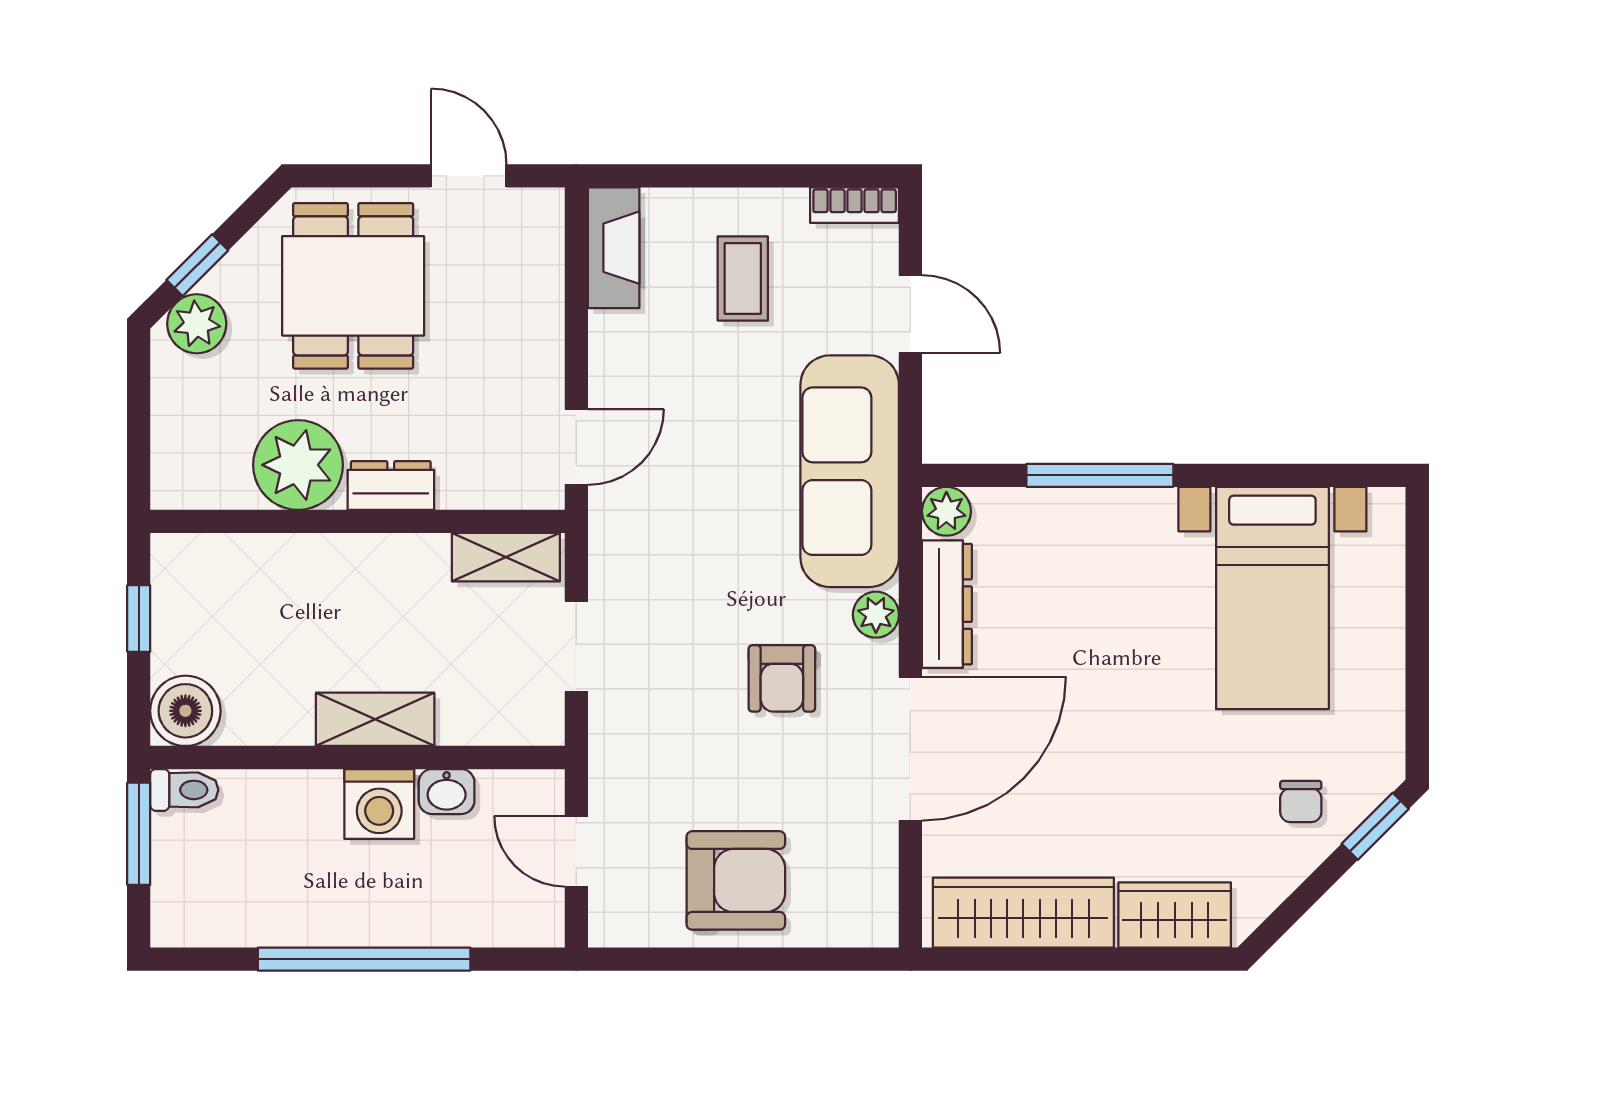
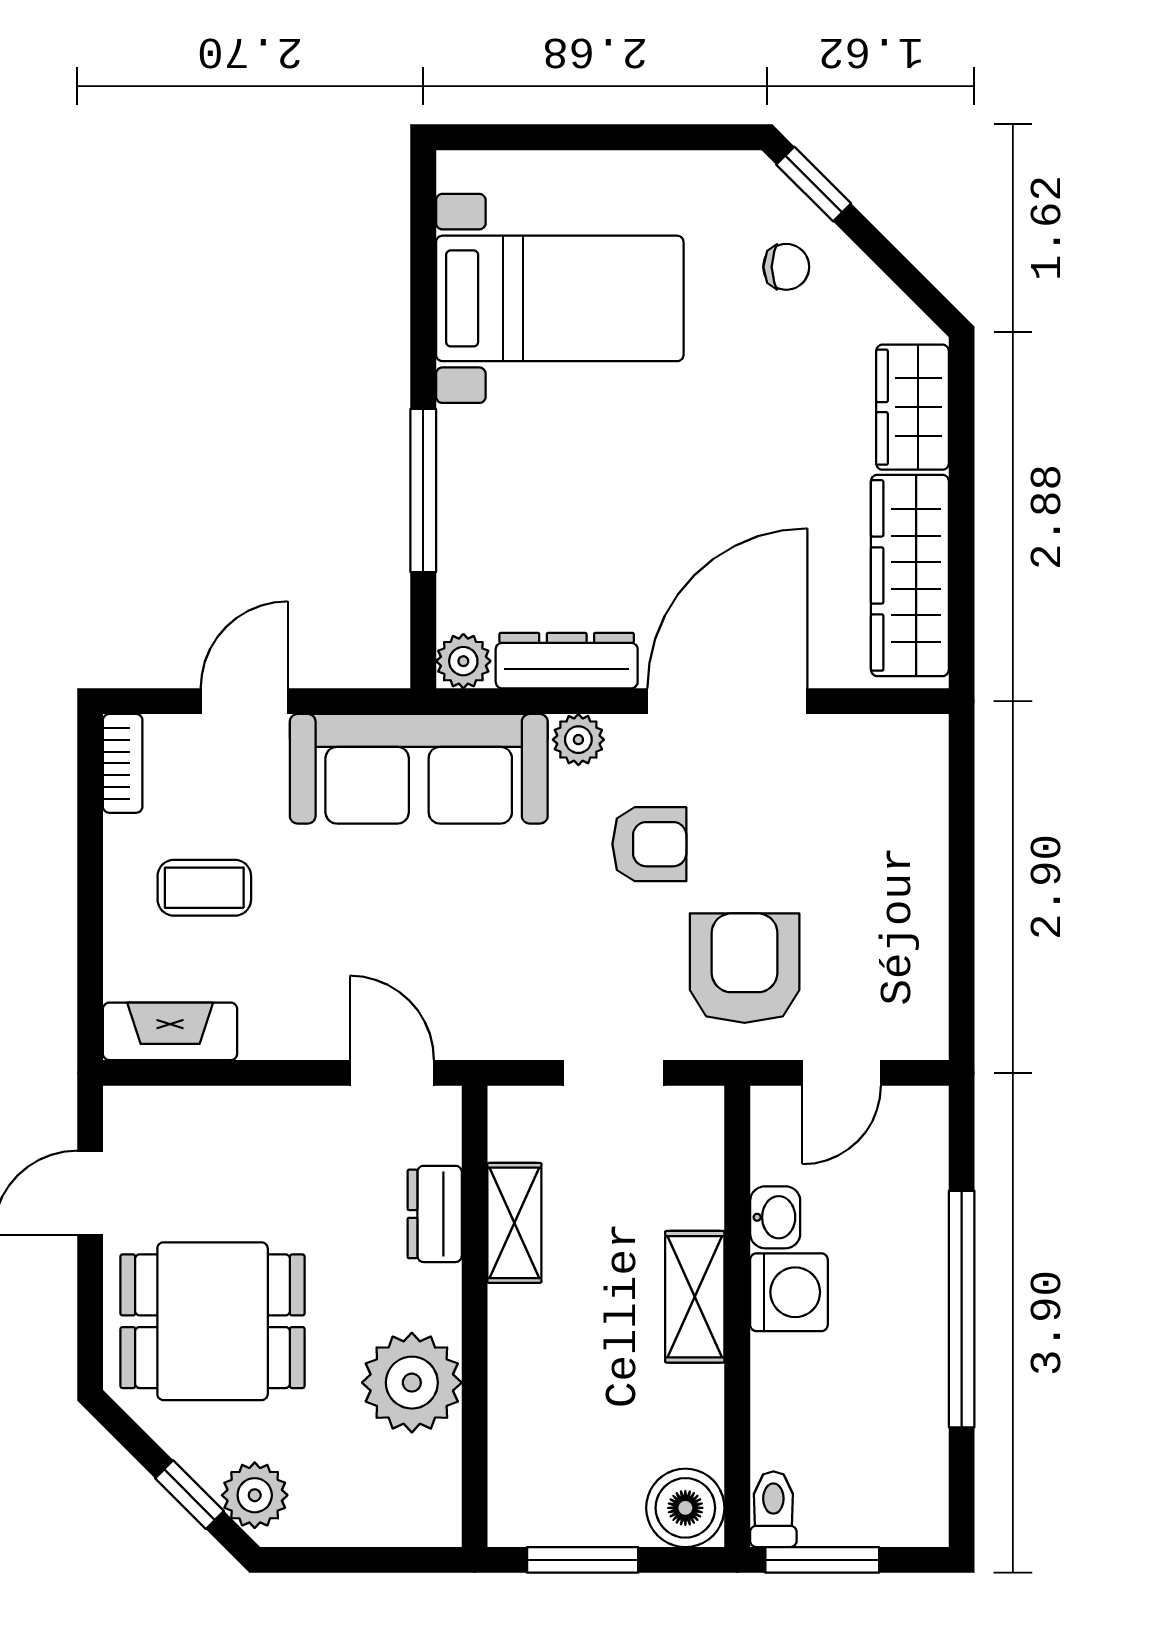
dresser: (391, 486) -> (435, 1214), moved
shelving: (506, 557) -> (514, 1223), moved
window: (139, 618) -> (583, 1560), width x1.50
door: (910, 749) -> (727, 701), hinge flipped
armchair: (736, 880) -> (745, 968), moved

